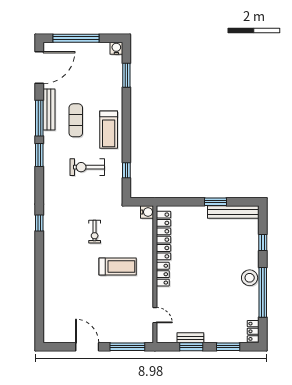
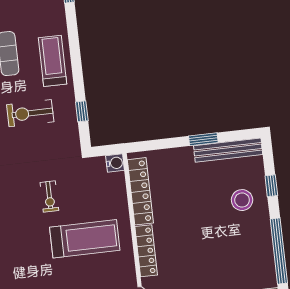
treadmill: (109, 130) -> (52, 61), turned 180
treadmill: (118, 266) -> (85, 239), width x1.37, depth x1.38
locker: (163, 274) -> (146, 251), width x1.53
stool: (250, 278) -> (242, 200), moved

